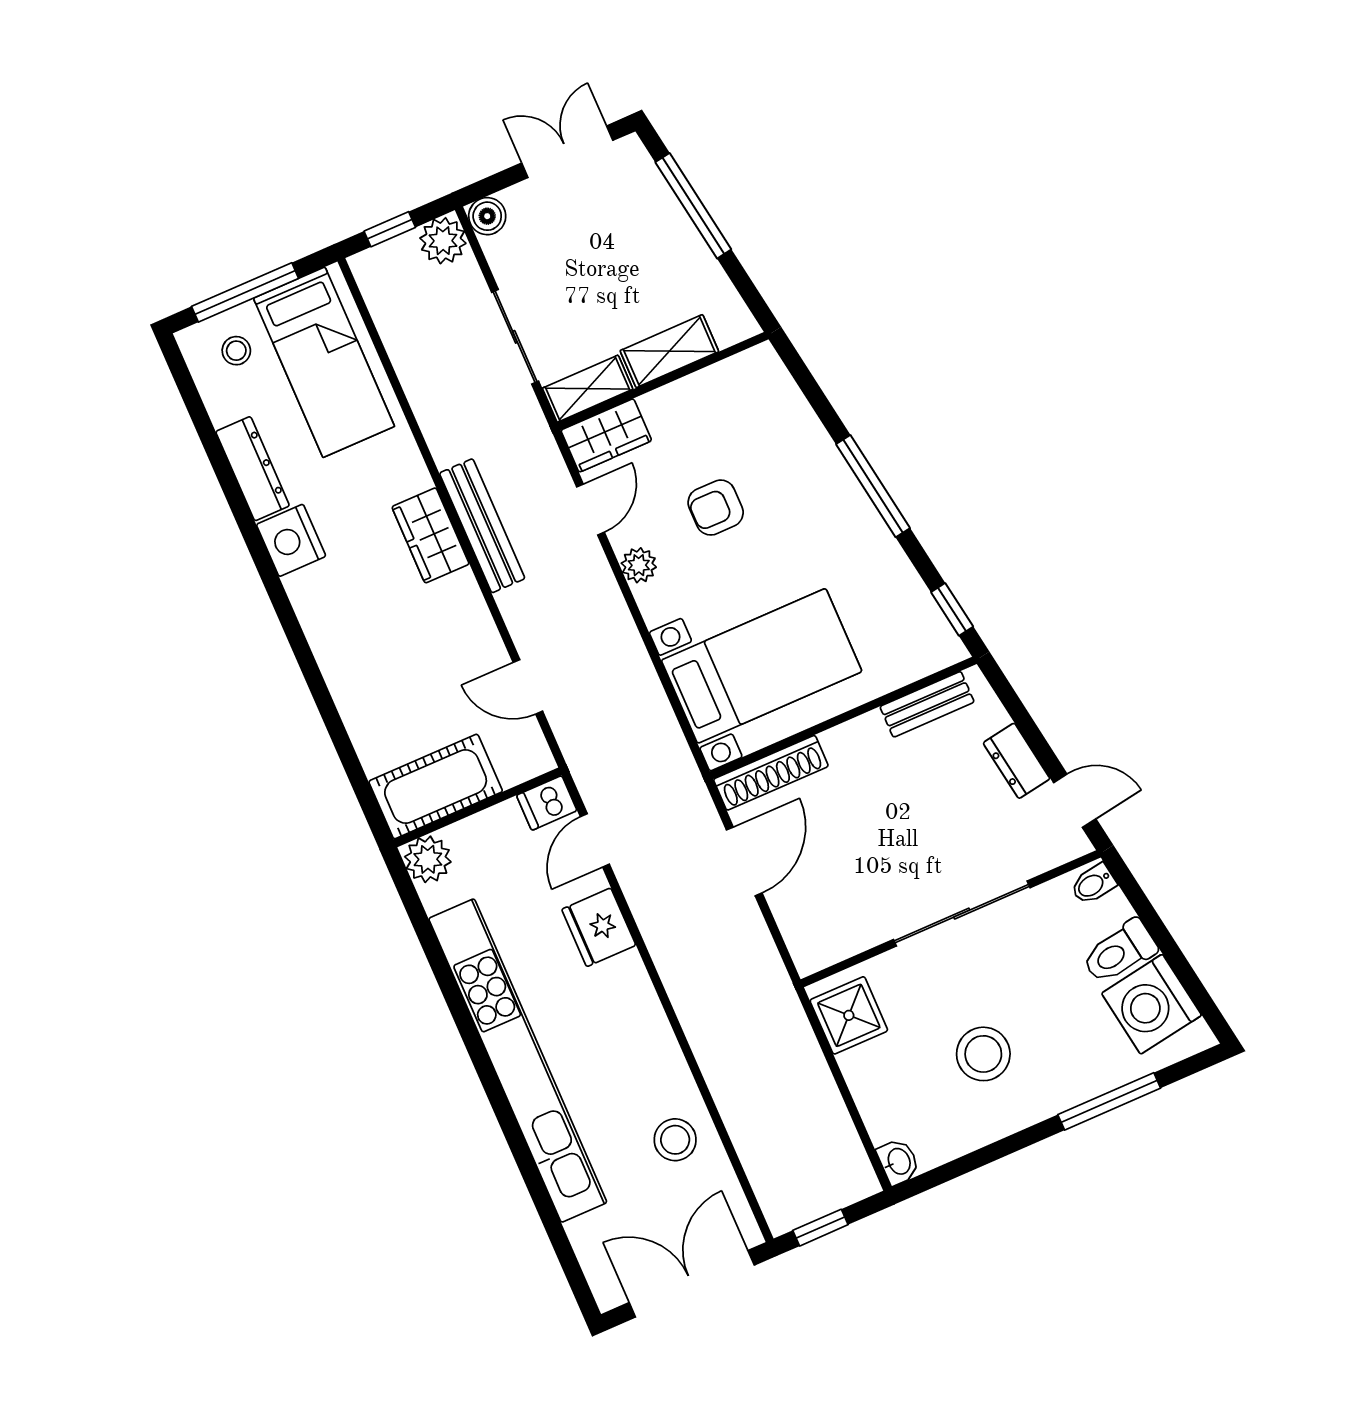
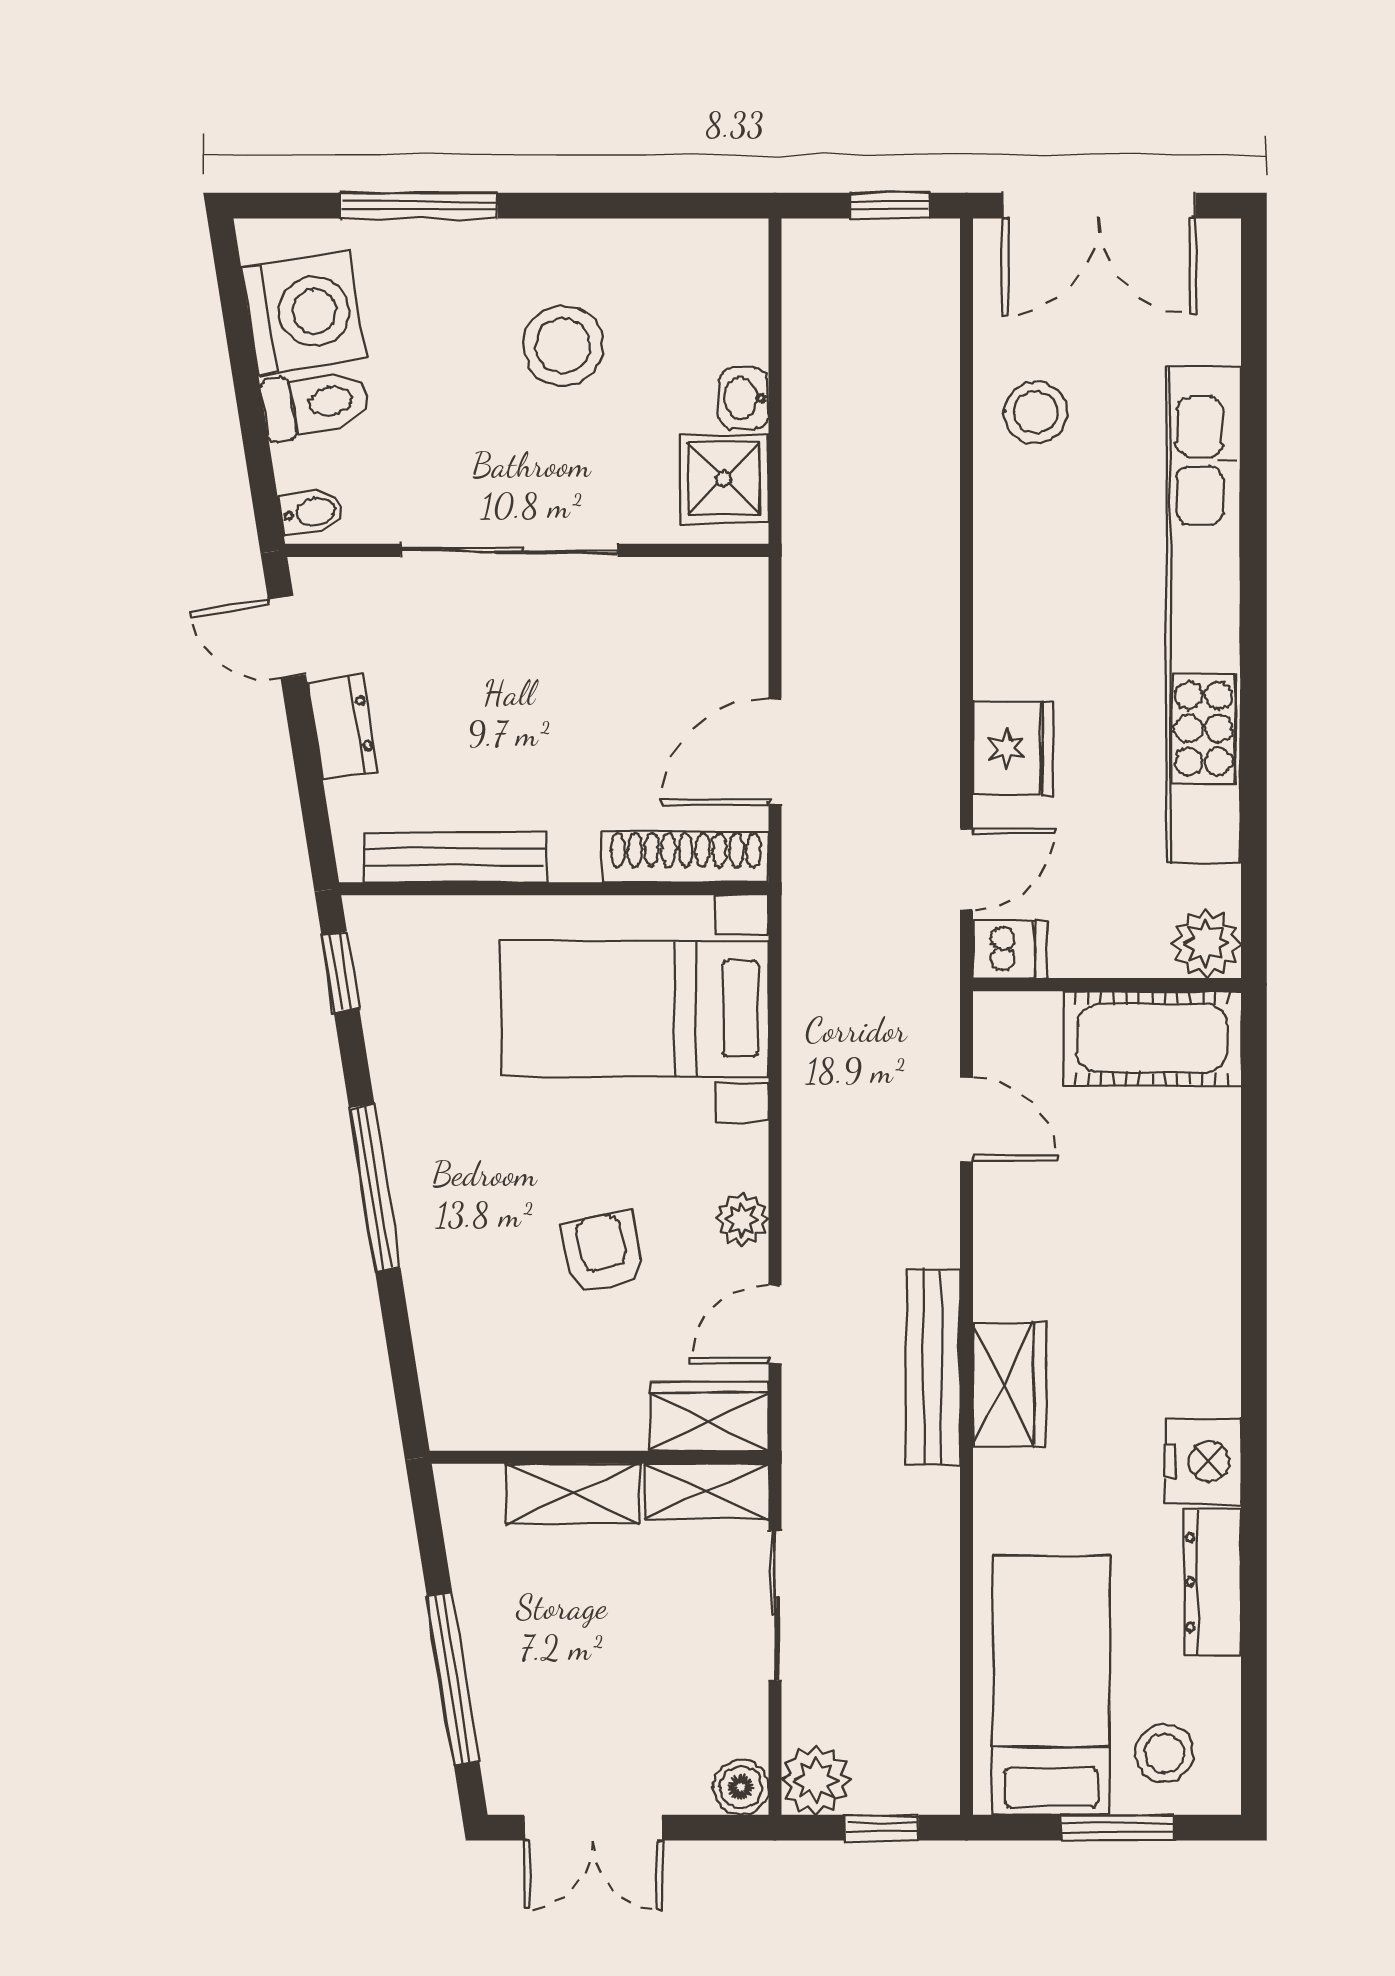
window: (245, 292) -> (1118, 1828), width x0.69
stool: (236, 351) -> (1164, 1753), width x1.37, depth x1.37
armchair: (716, 508) -> (603, 1252), turned -101
bench: (927, 704) -> (455, 857), width x1.36
washbasin: (898, 1162) -> (744, 398), moved

